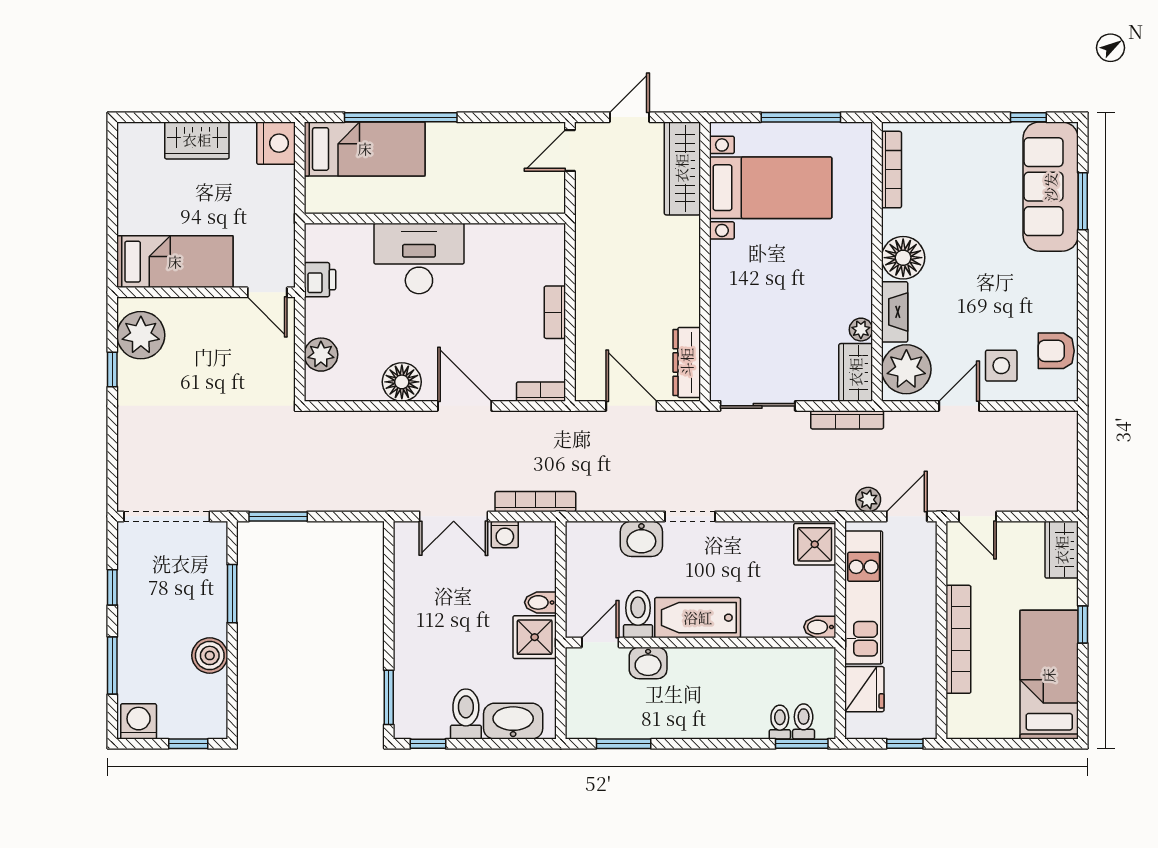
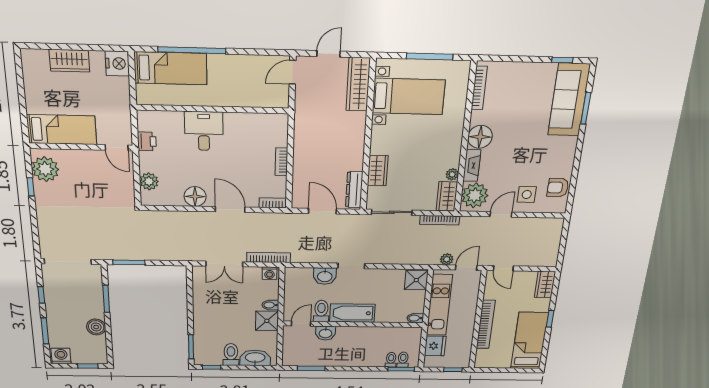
desk: (419, 259) -> (204, 131), width x0.73
wardrobe: (727, 325) -> (378, 171), added
washing machine: (505, 534) -> (270, 273), moved

